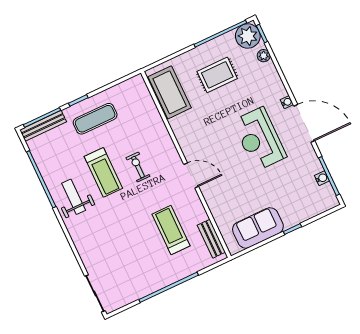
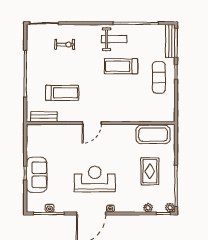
plant: (248, 36) -> (170, 208), width x0.53, depth x0.53
exercise bike: (138, 167) -> (65, 44), moved
sofa: (258, 228) -> (37, 175), moved

